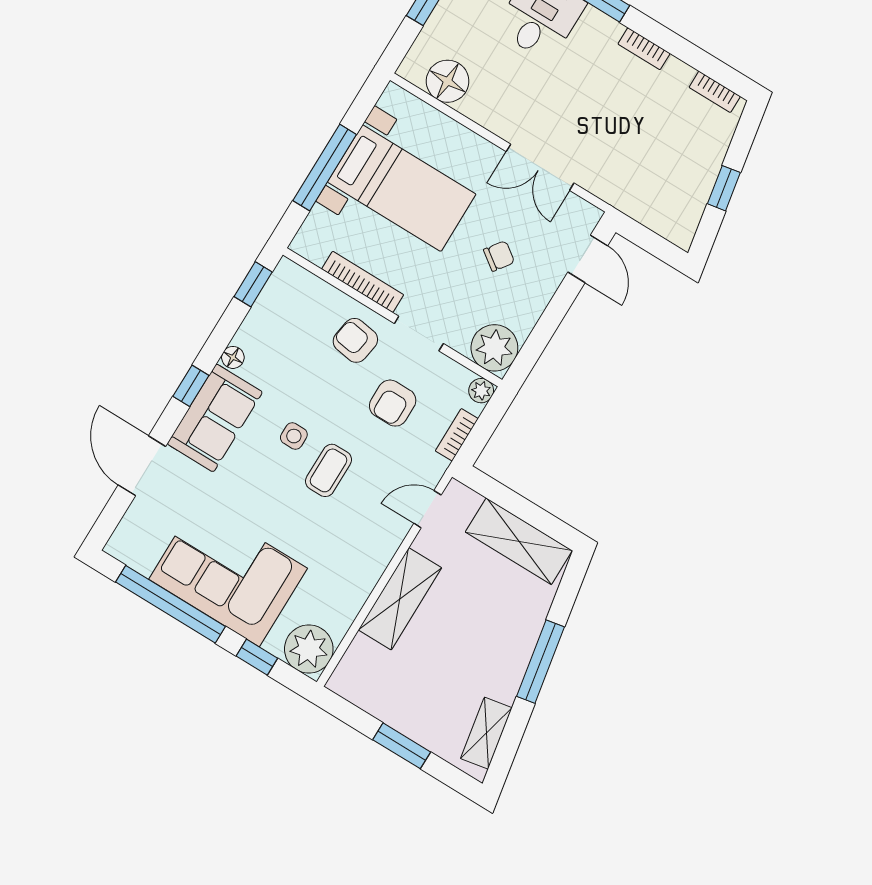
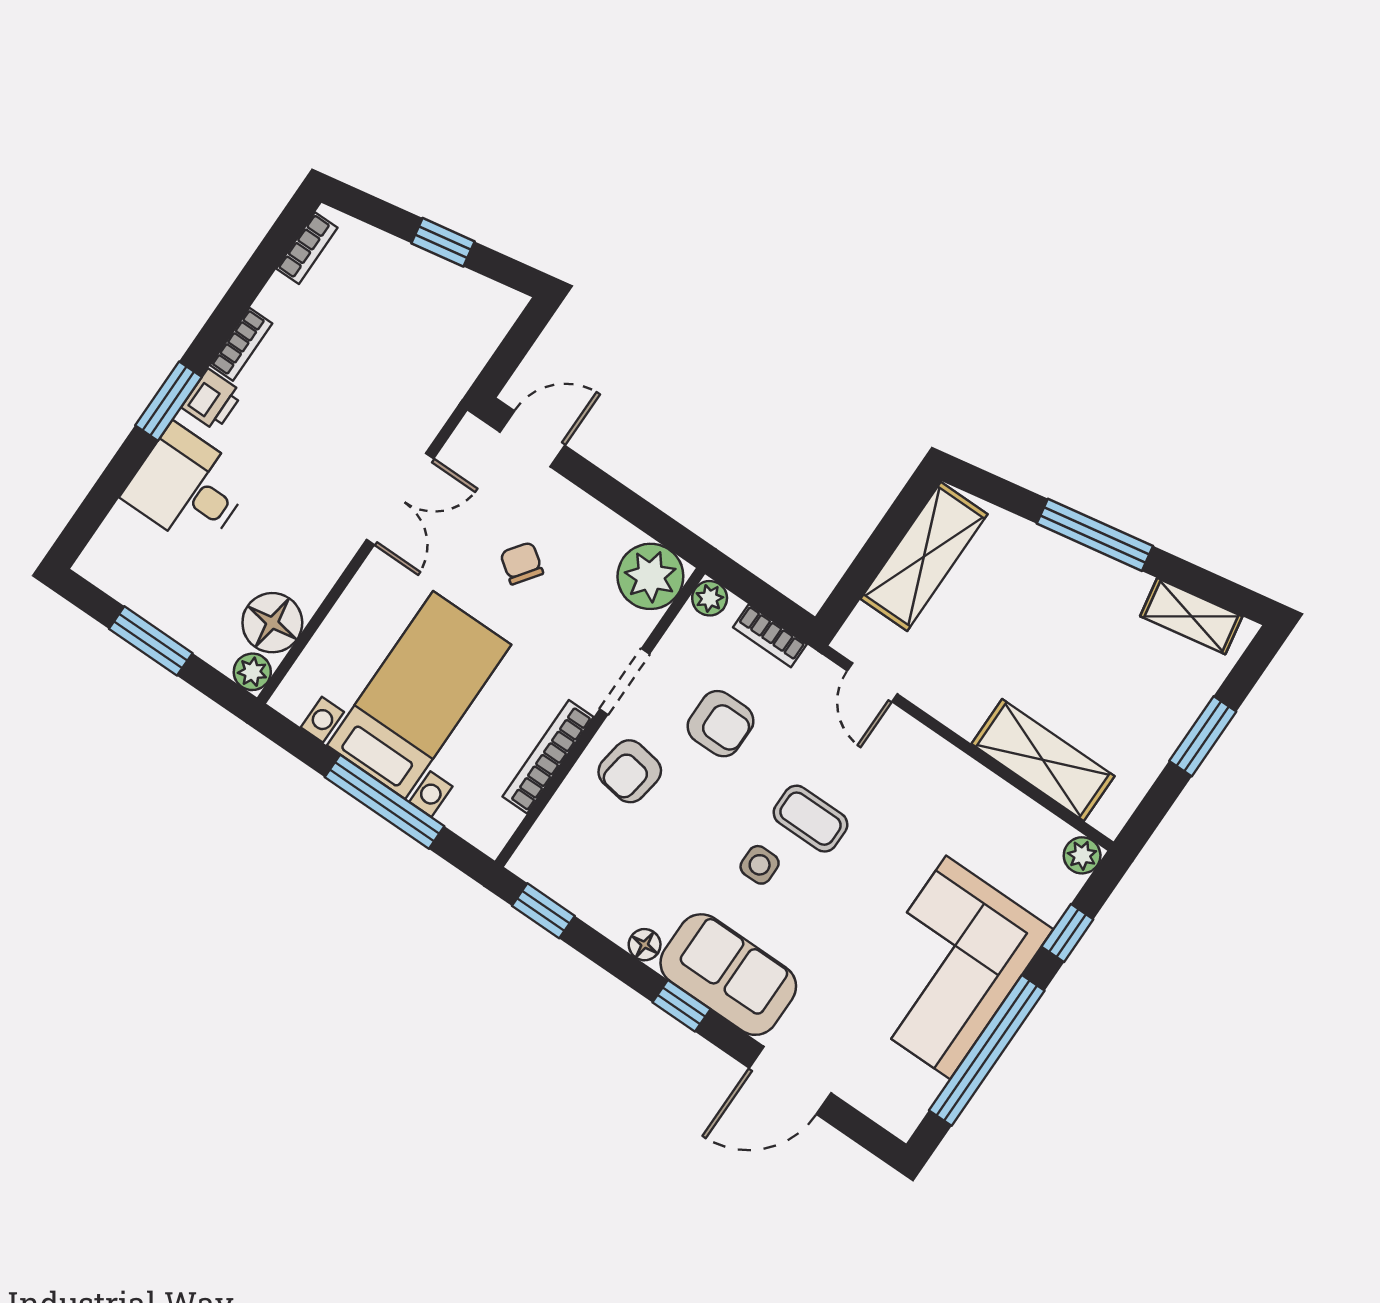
printer: (603, 30) -> (212, 400), added
plant: (412, 69) -> (252, 672), added
shelving: (400, 599) -> (1043, 760), moved
plant: (309, 649) -> (1082, 855), width x0.53, depth x0.53

